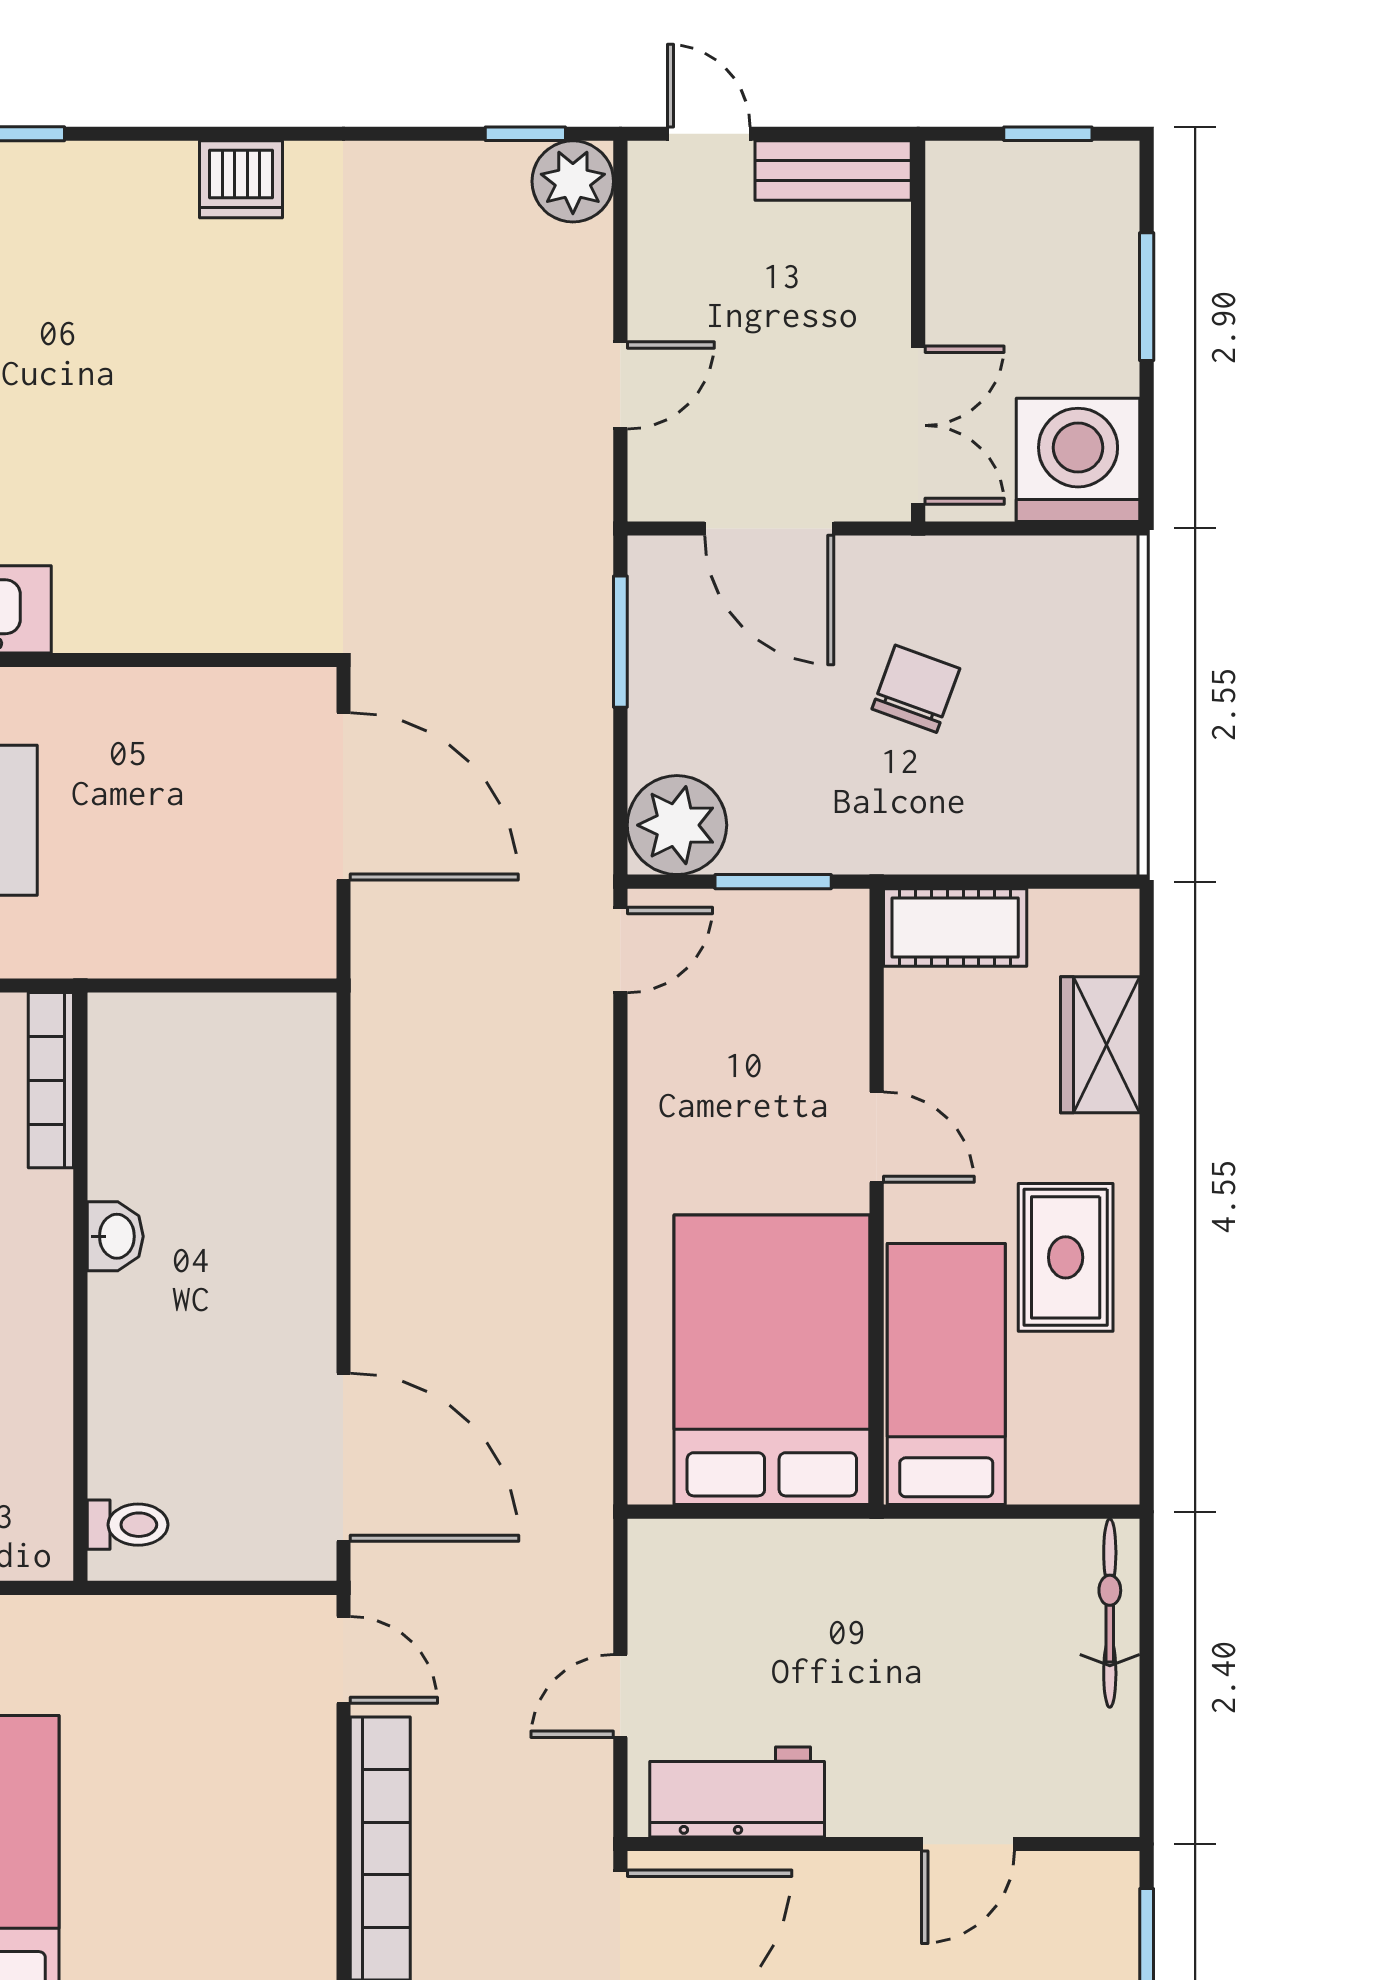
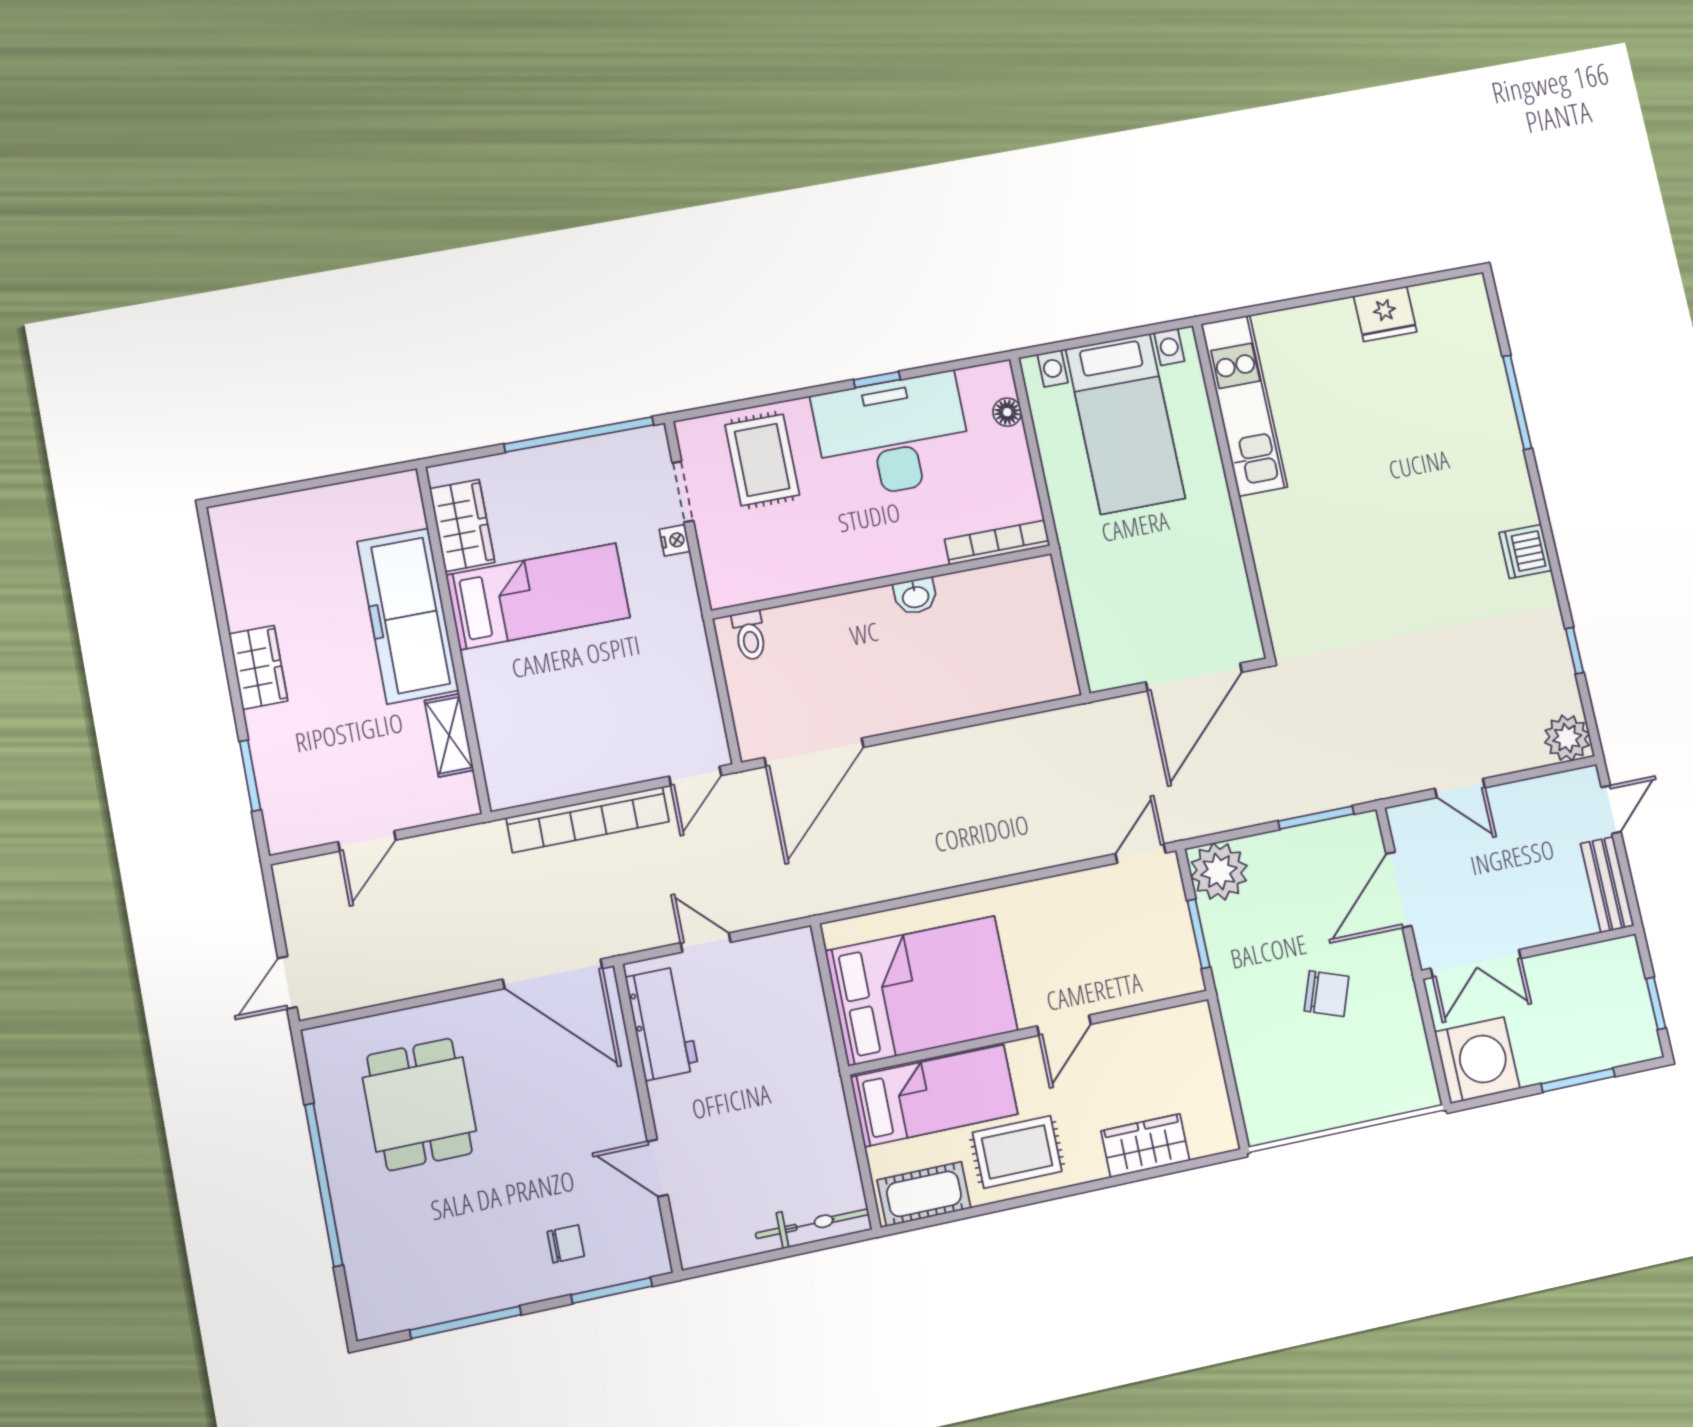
window: (525, 134) -> (1574, 651), moved
cot: (955, 927) -> (924, 1194), moved, turned 90
door: (620, 950) -> (1141, 853), swing flipped

